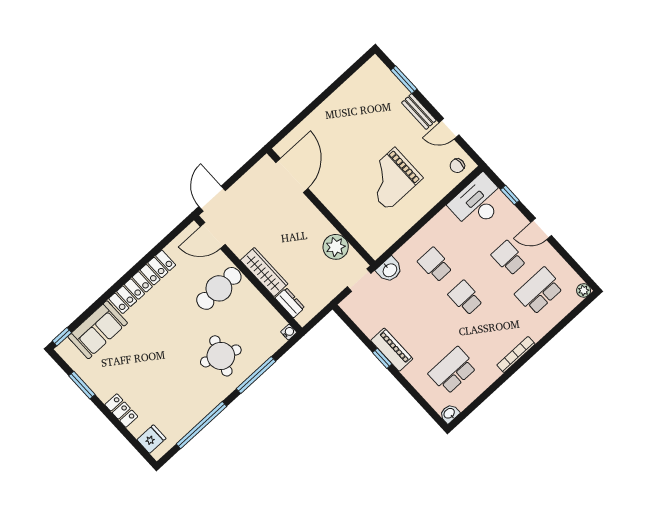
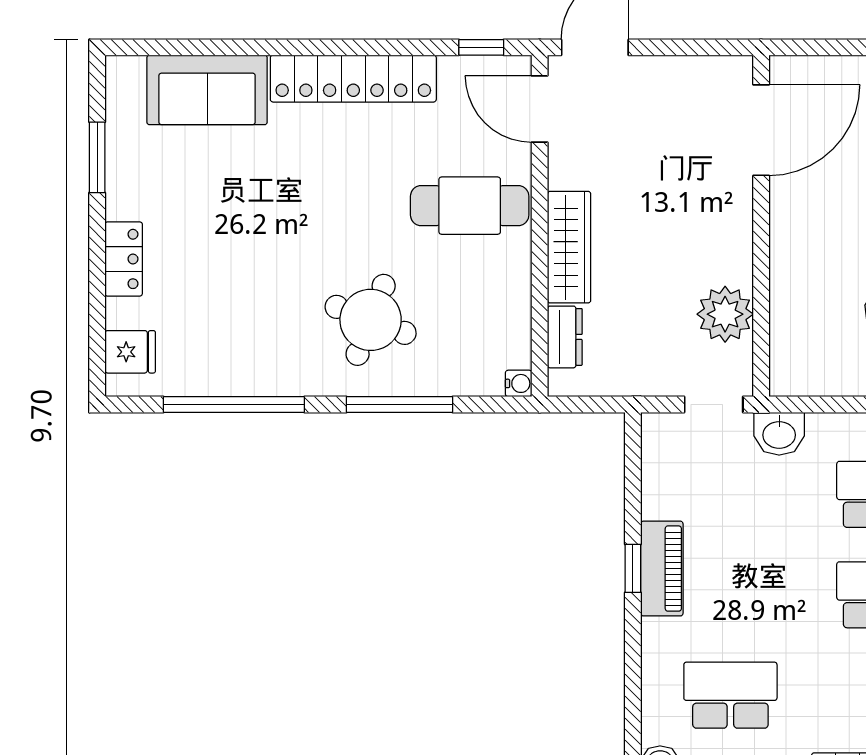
window: (62, 337) -> (481, 47), moved

